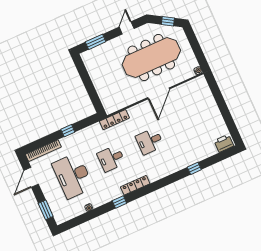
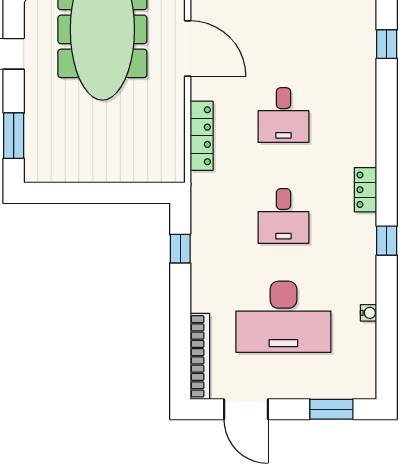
locker: (114, 120) -> (202, 136), moved
window: (68, 131) -> (180, 249), moved
locker: (135, 185) -> (366, 190), width x0.66

